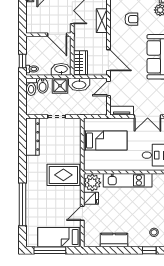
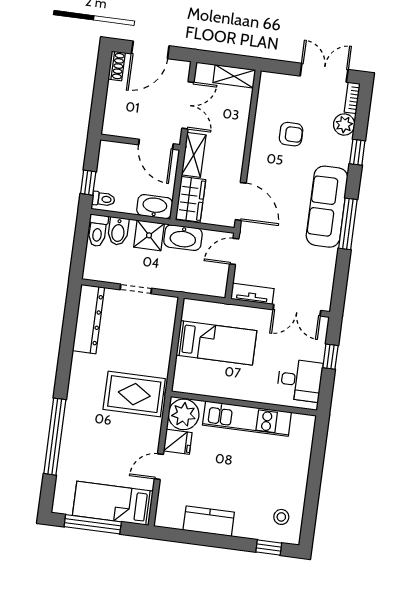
shelving: (102, 21) -> (194, 155), moved

